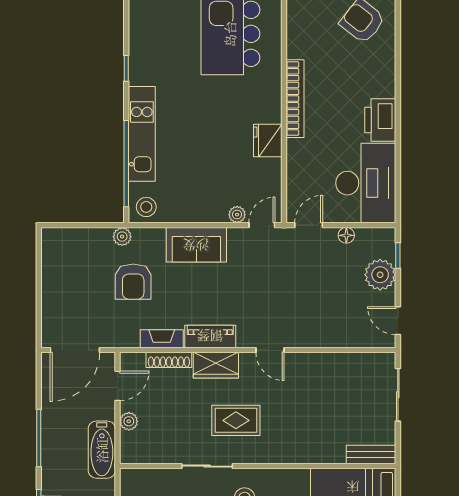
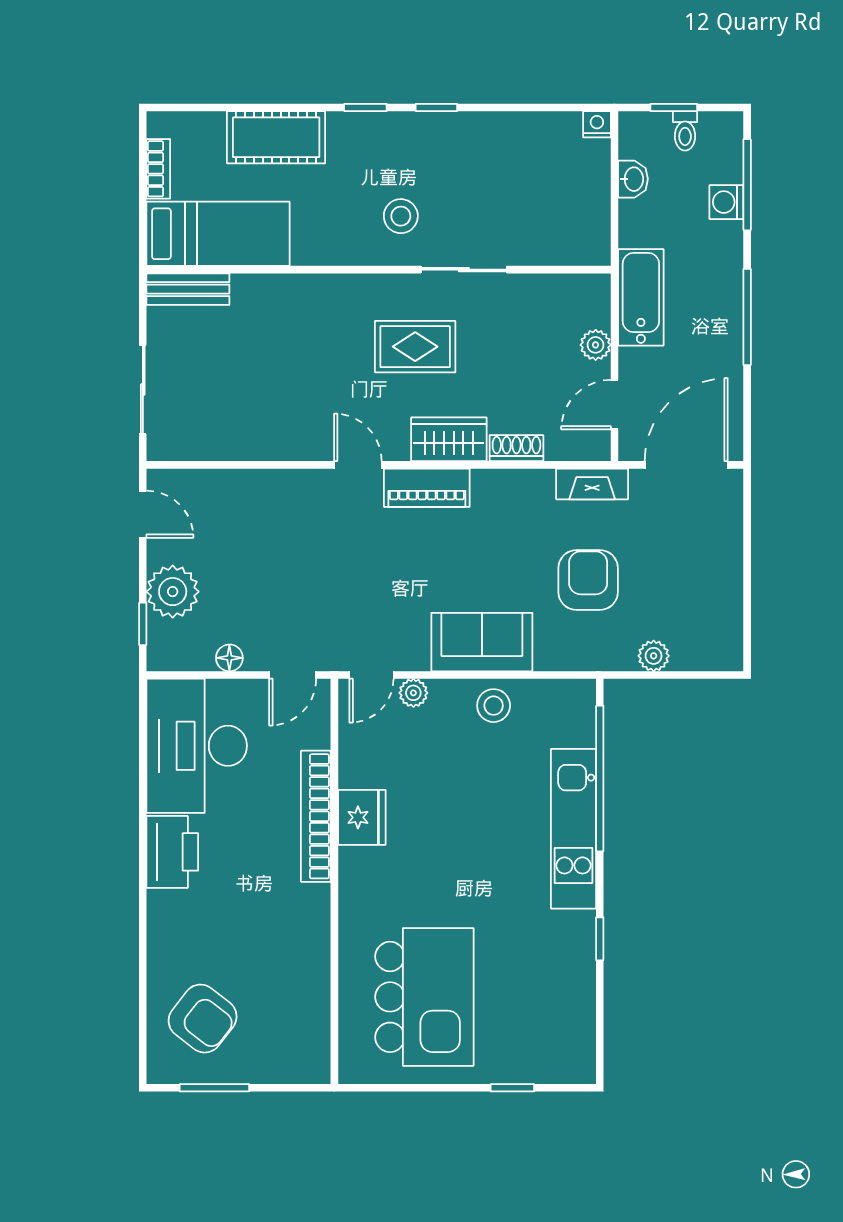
bookcase: (295, 99) -> (316, 816), moved
stool: (146, 207) -> (494, 706), moved
plant: (122, 237) -> (654, 656), moved
piano: (210, 336) -> (427, 488), moved
fireplace: (162, 339) -> (592, 484), moved
shoe rack: (169, 360) -> (516, 448), width x0.70

